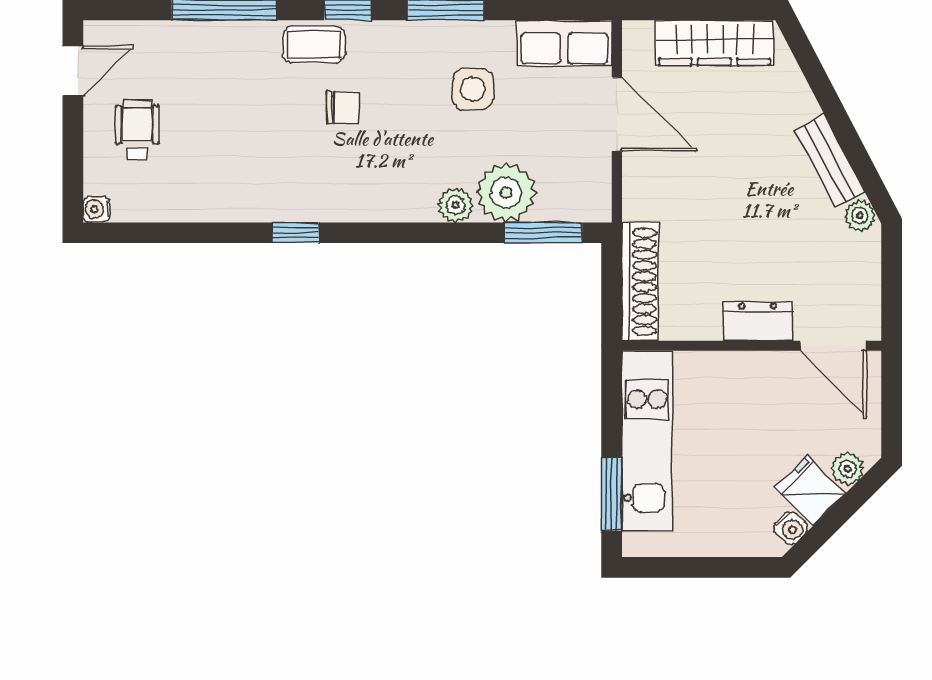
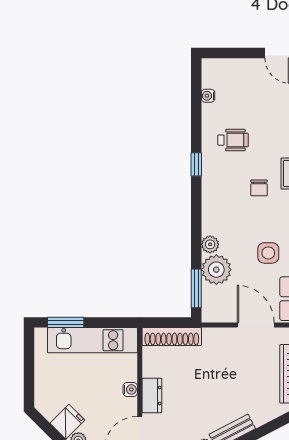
door: (617, 114) -> (256, 325), swing flipped
wheelchair: (137, 129) -> (233, 140), moved
water cooler: (96, 209) -> (208, 96), moved, turned -90
water cooler: (791, 528) -> (130, 389), moved, turned -135

